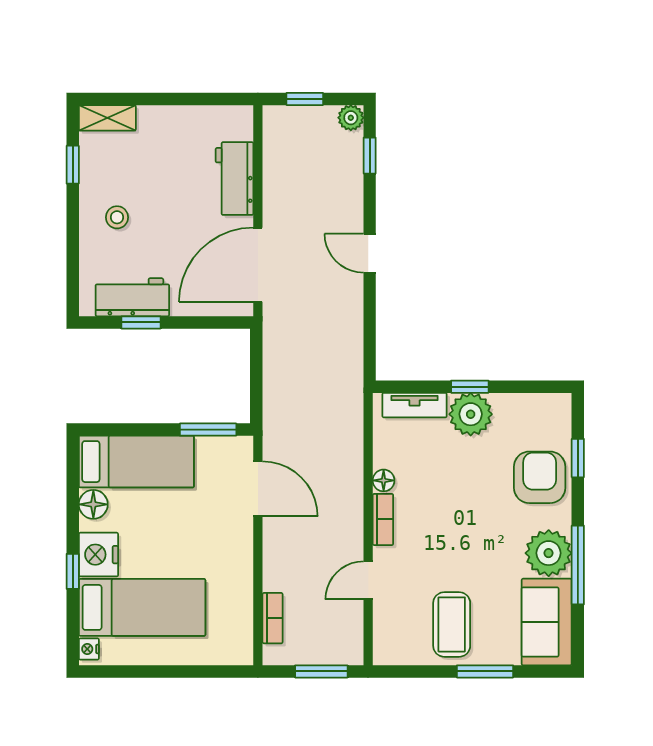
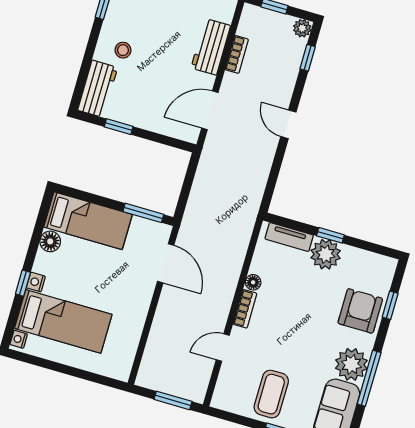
door: (258, 265) -> (210, 110), width x0.73
workbench: (132, 297) -> (98, 89), moved, turned 90
nightstand: (98, 555) -> (36, 282), width x0.53, depth x0.56
bookcase: (273, 618) -> (237, 54), moved

